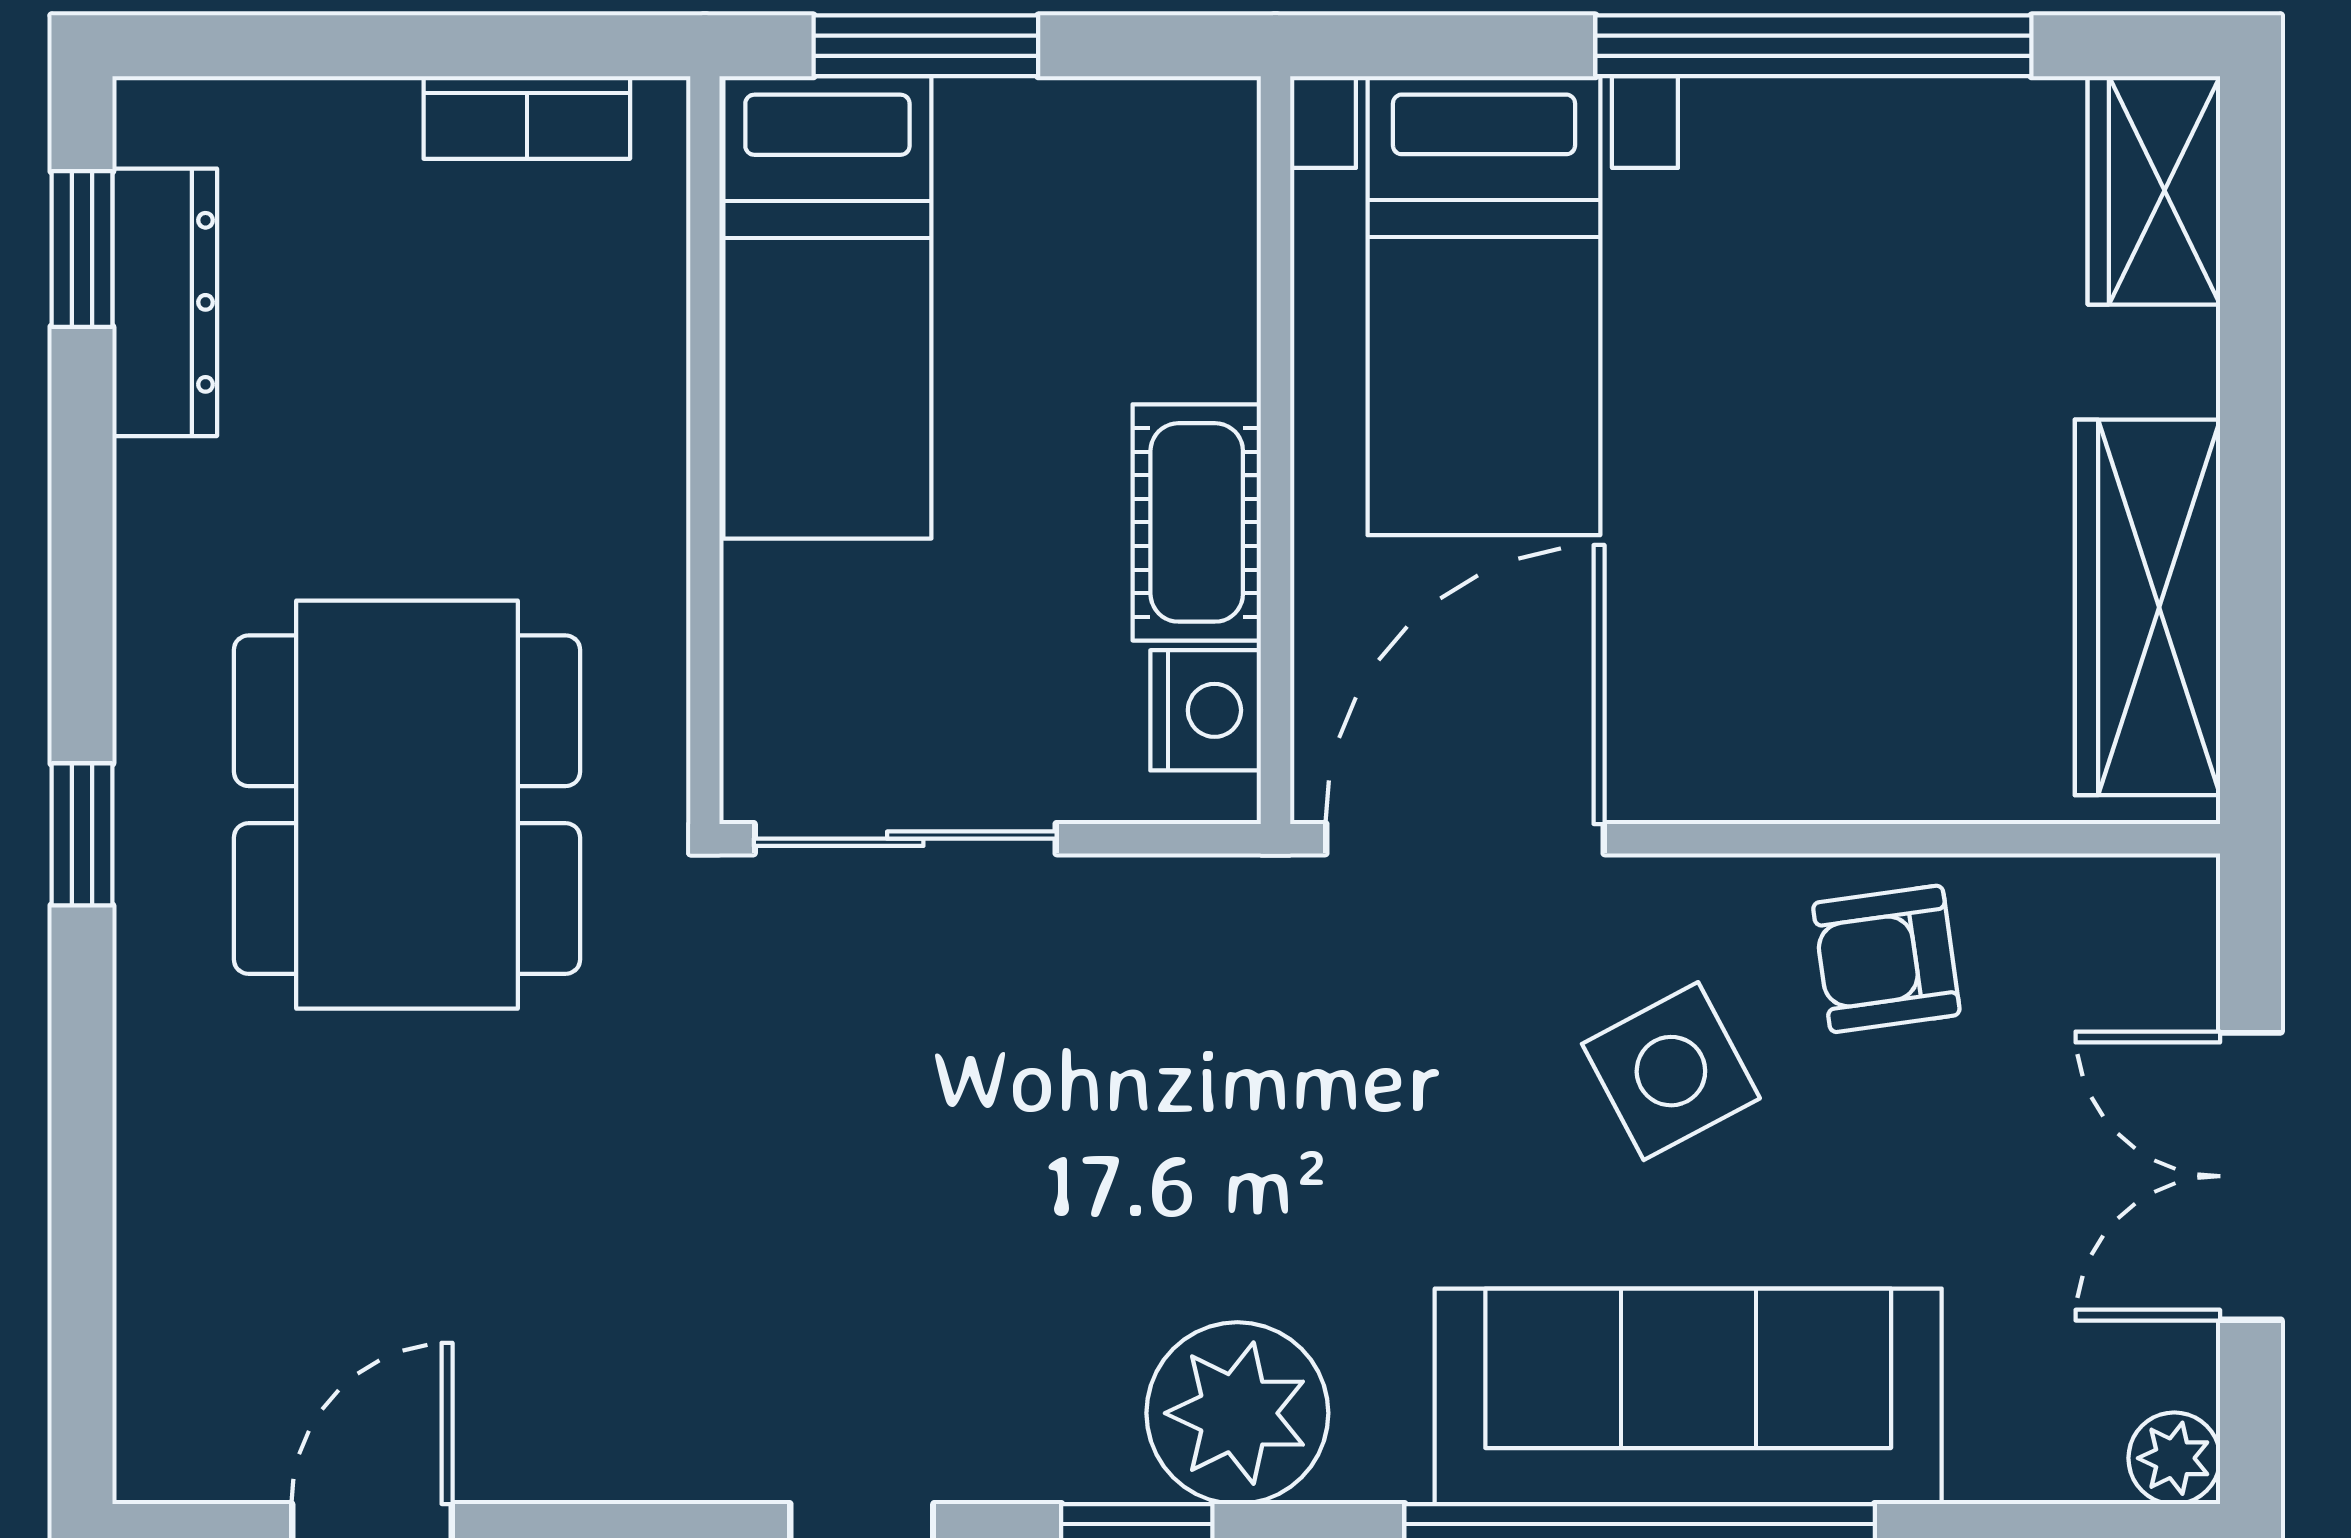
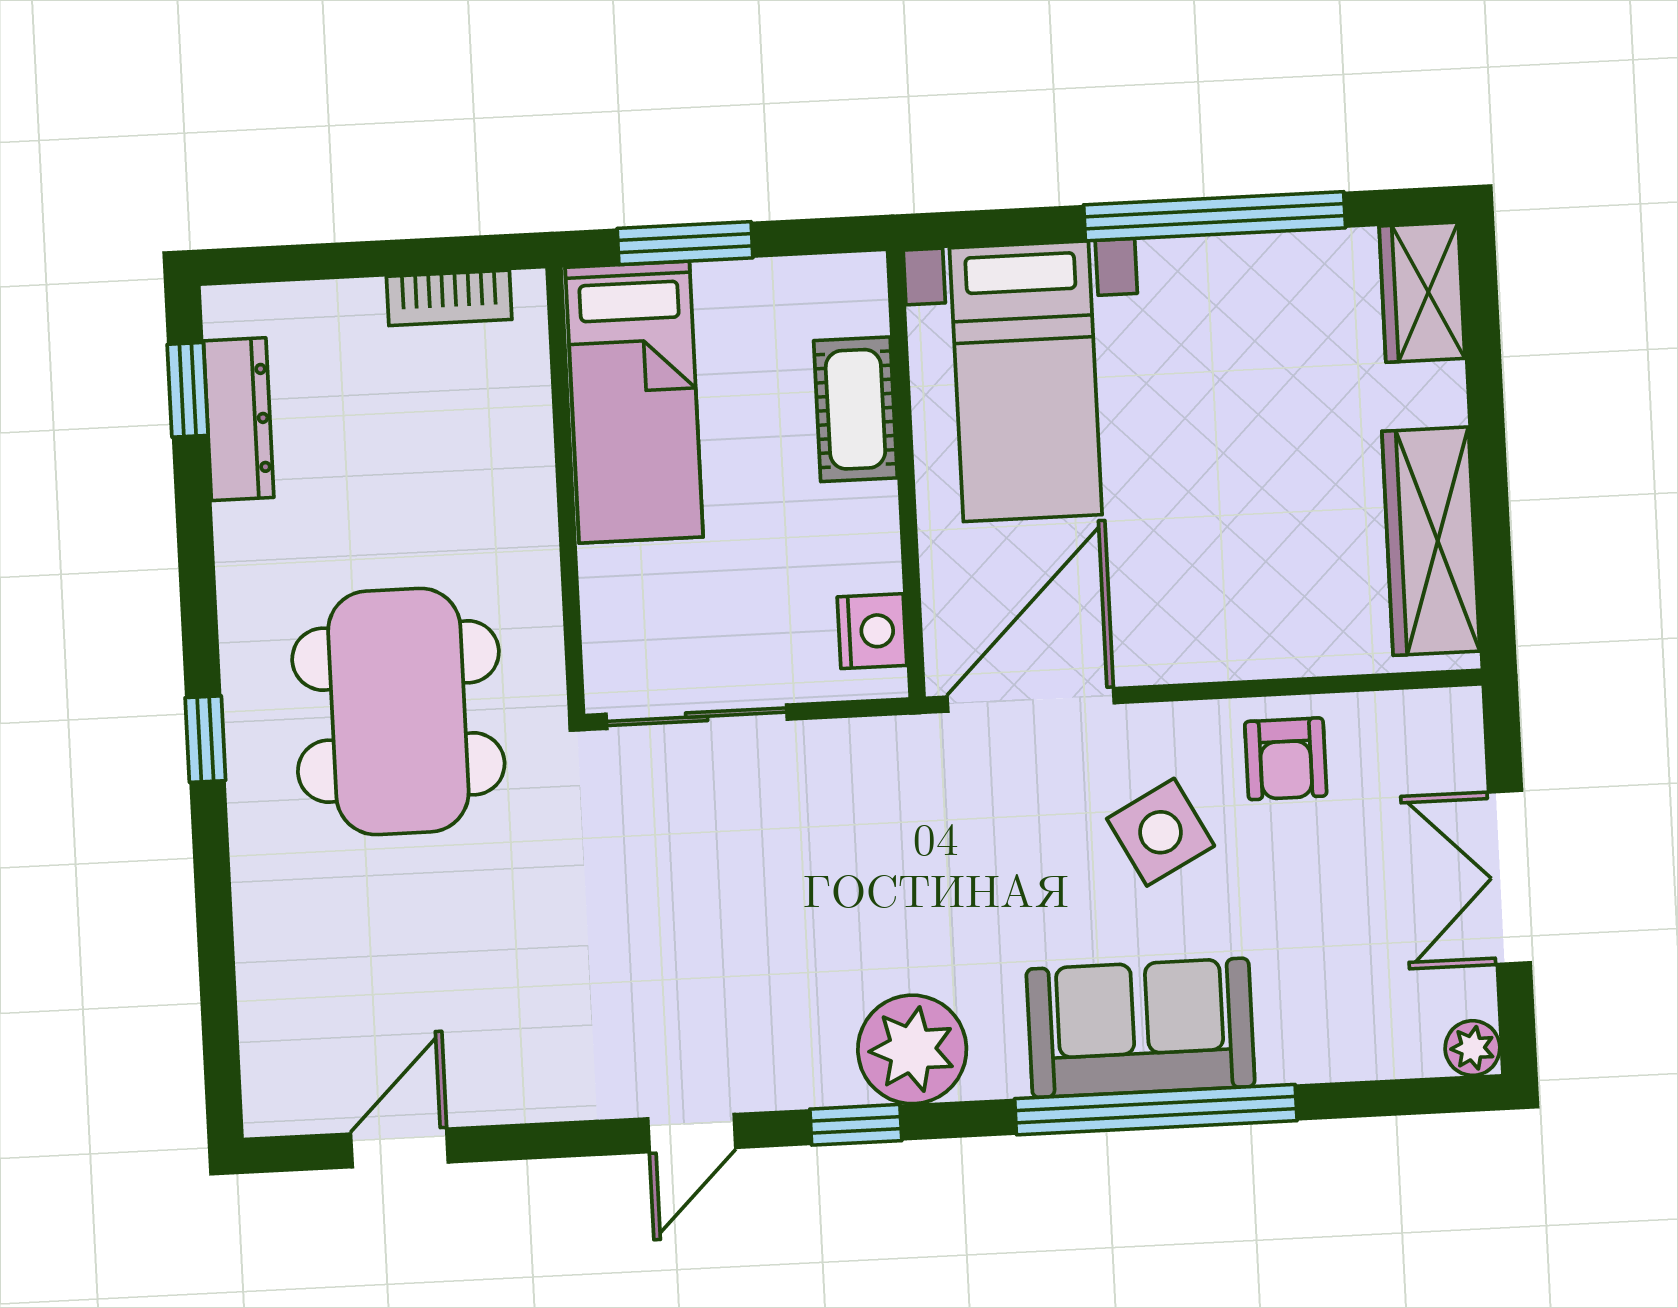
cot: (1197, 522) -> (855, 409), moved
armchair: (1886, 959) -> (1286, 759), turned -82
sofa: (1688, 1396) -> (1141, 1028), width x0.73

